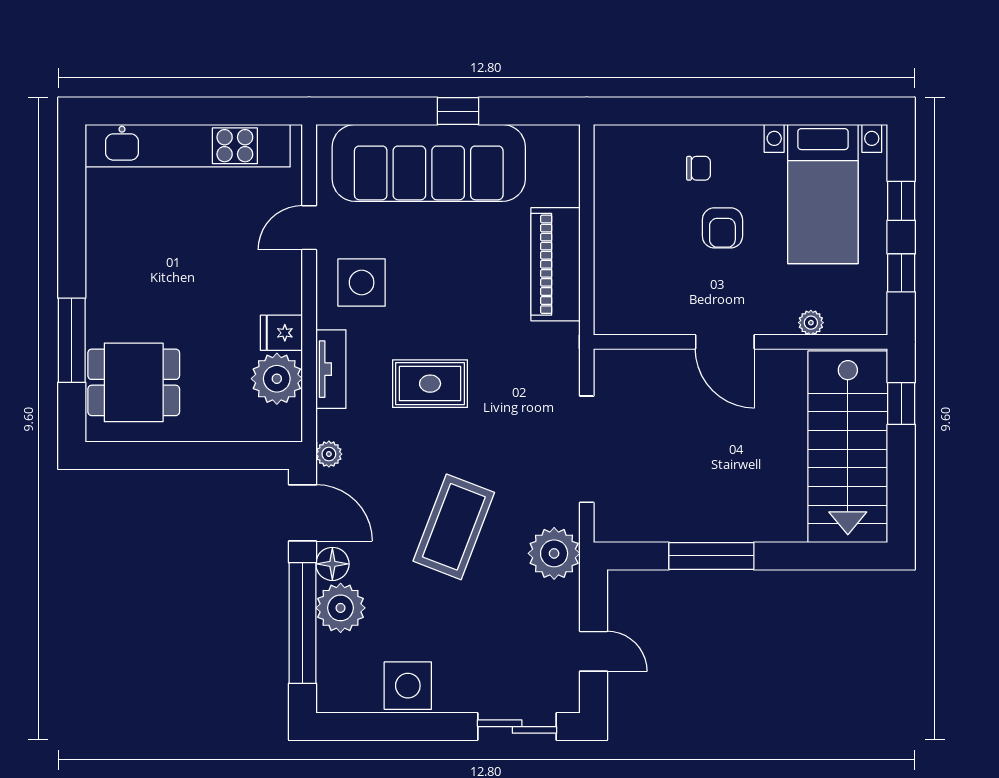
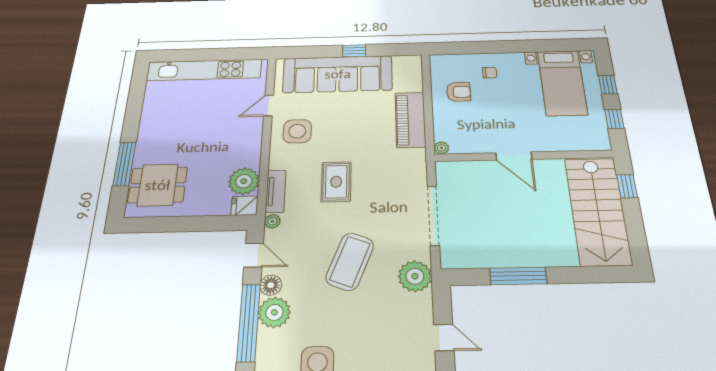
armchair: (722, 228) -> (458, 92), moved, turned -90
plant: (811, 323) -> (441, 148), moved
fridge: (281, 333) -> (244, 206), moved
tv unit: (331, 369) -> (276, 191), moved
rug: (430, 384) -> (336, 182), turned 90
door: (302, 513) -> (254, 255), width x0.73

